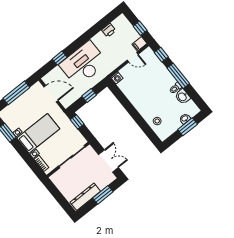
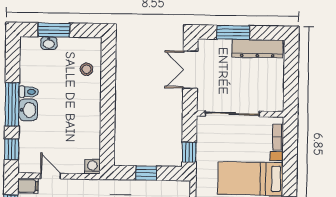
washbasin: (183, 97) -> (28, 110), moved

